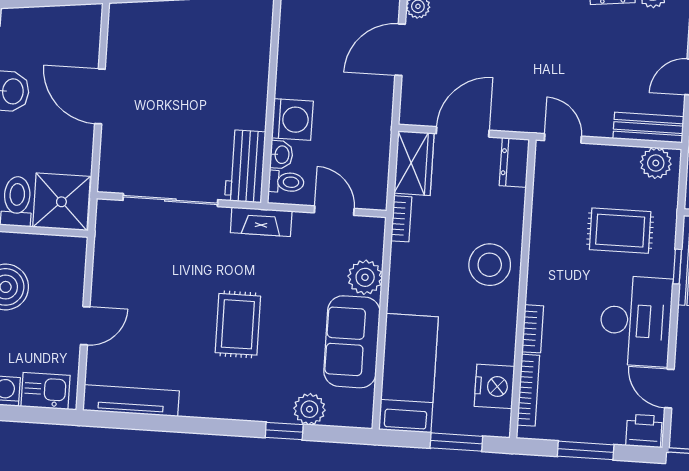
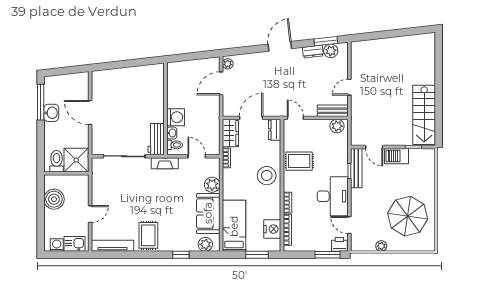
rug: (620, 231) -> (299, 161), moved
rug: (238, 324) -> (148, 235), moved
plant: (309, 409) -> (205, 244), moved
window: (586, 450) -> (327, 255), moved

